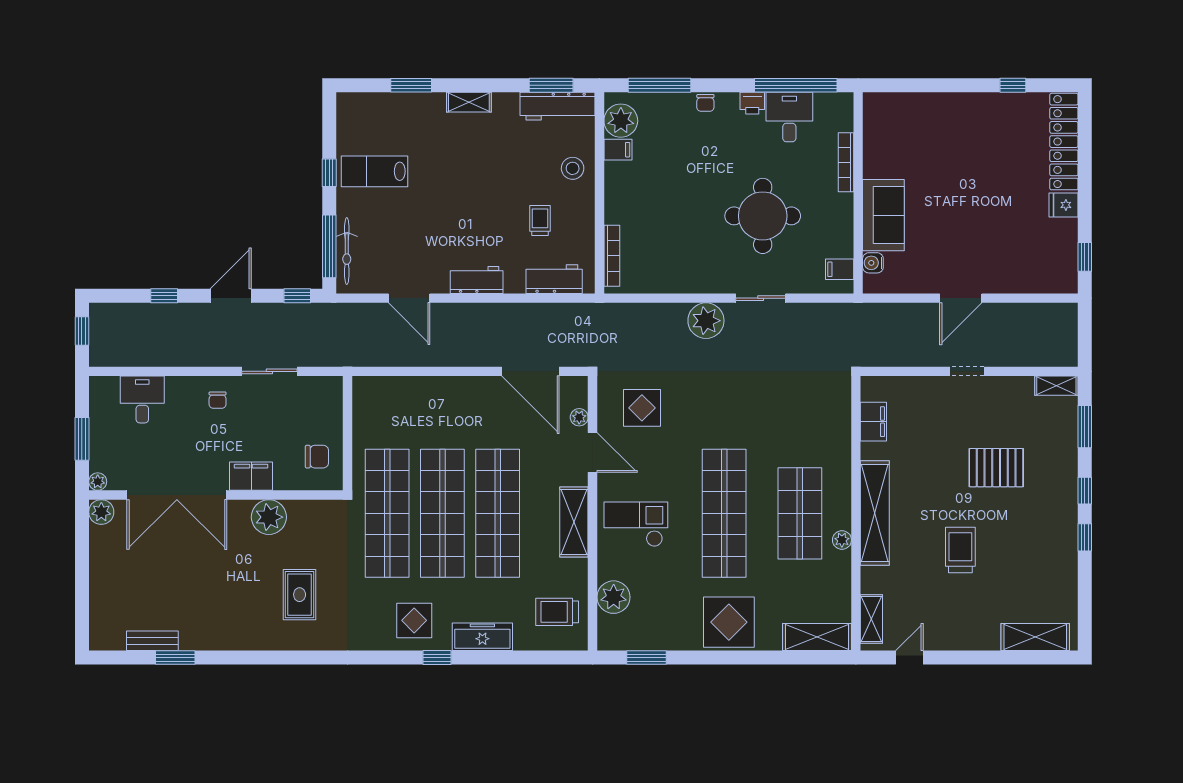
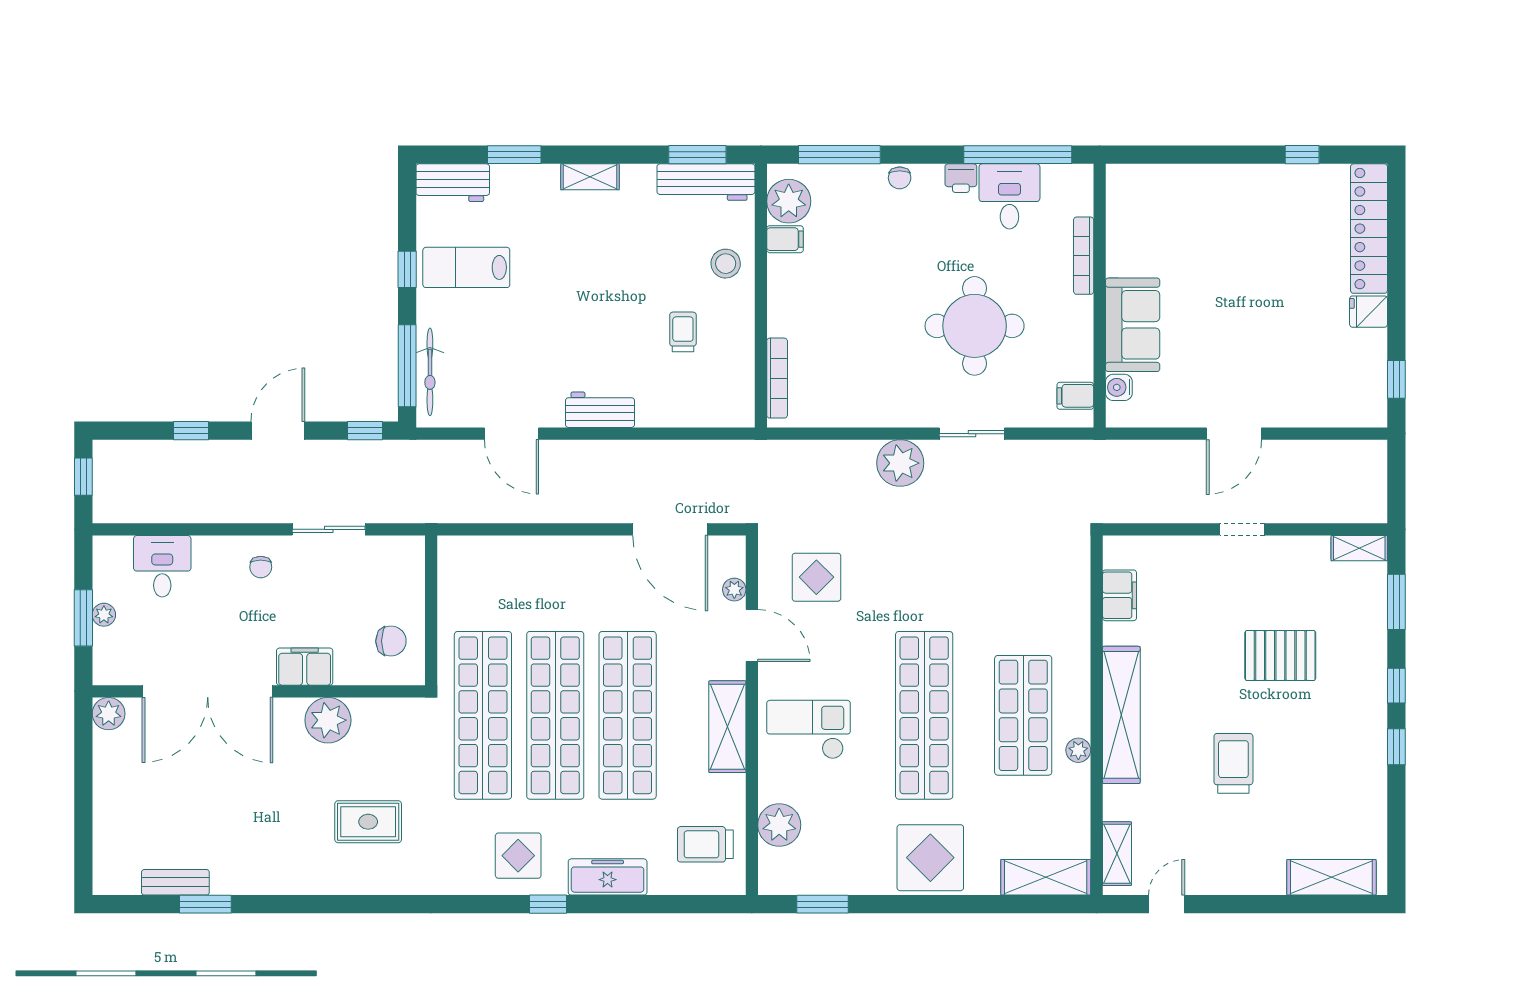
workbench: (554, 279) -> (453, 183), moved, turned 180
plant: (98, 482) -> (104, 615), moved
rug: (300, 595) -> (368, 822), turned 90

